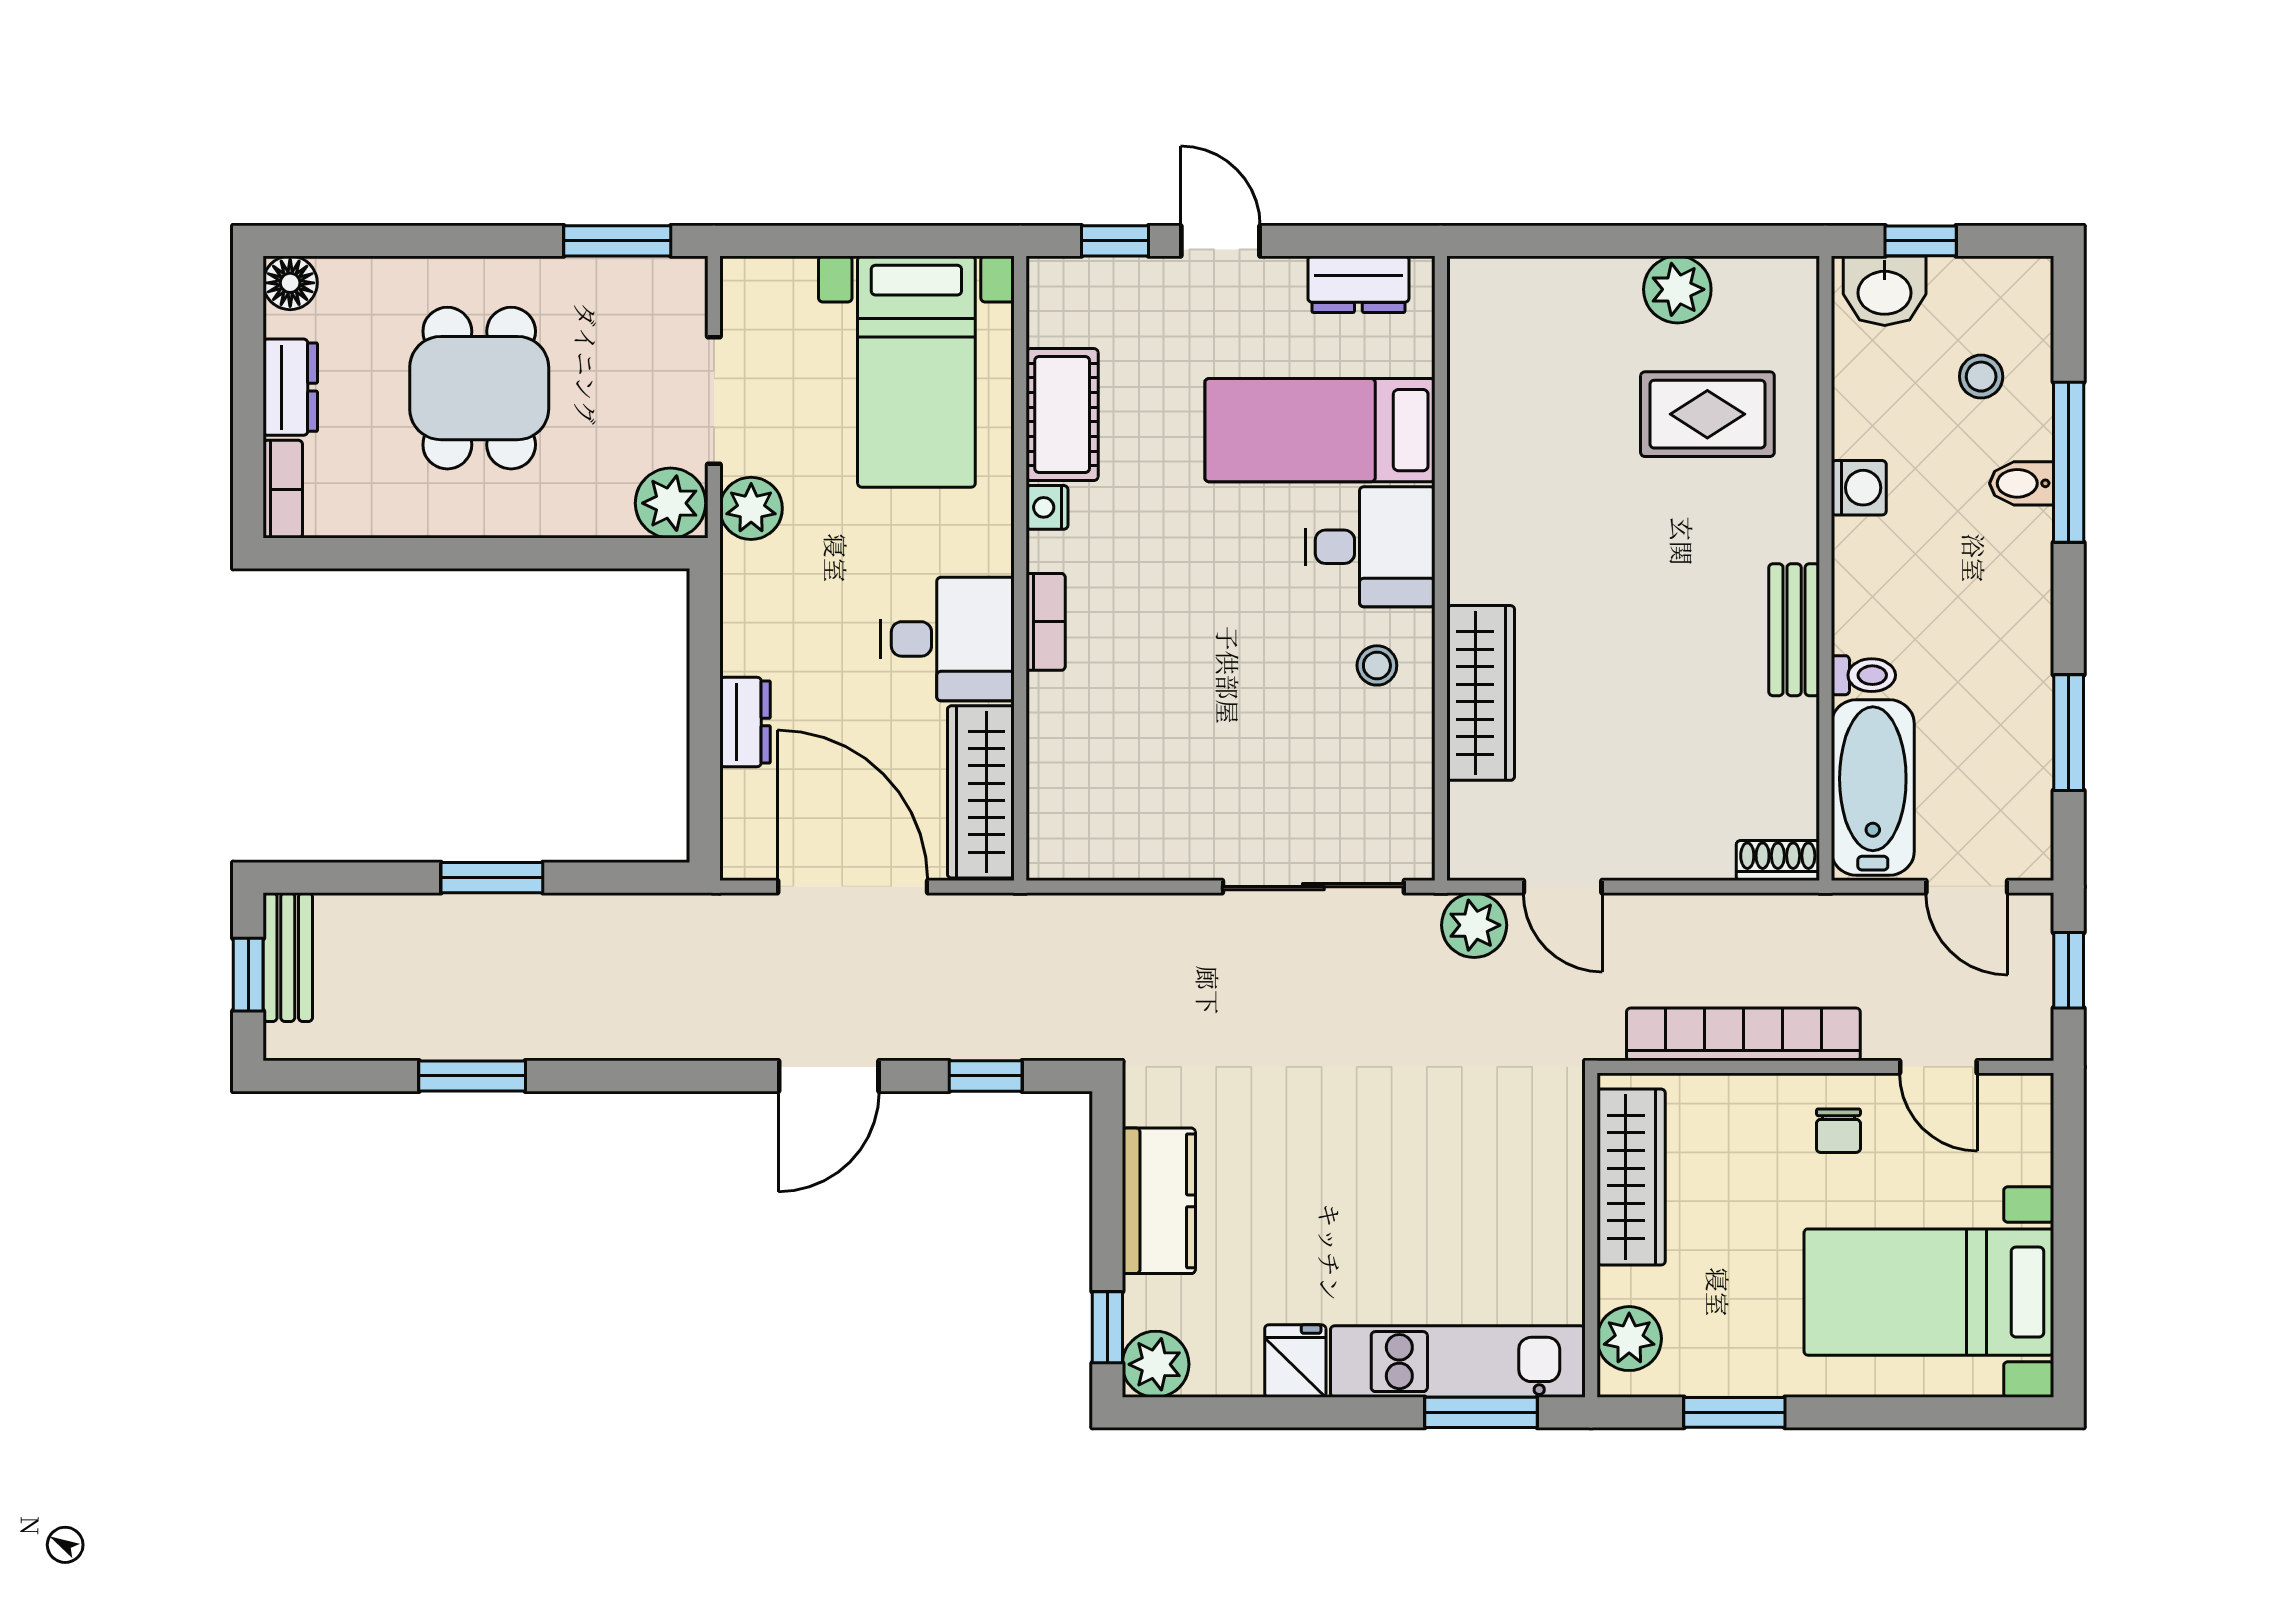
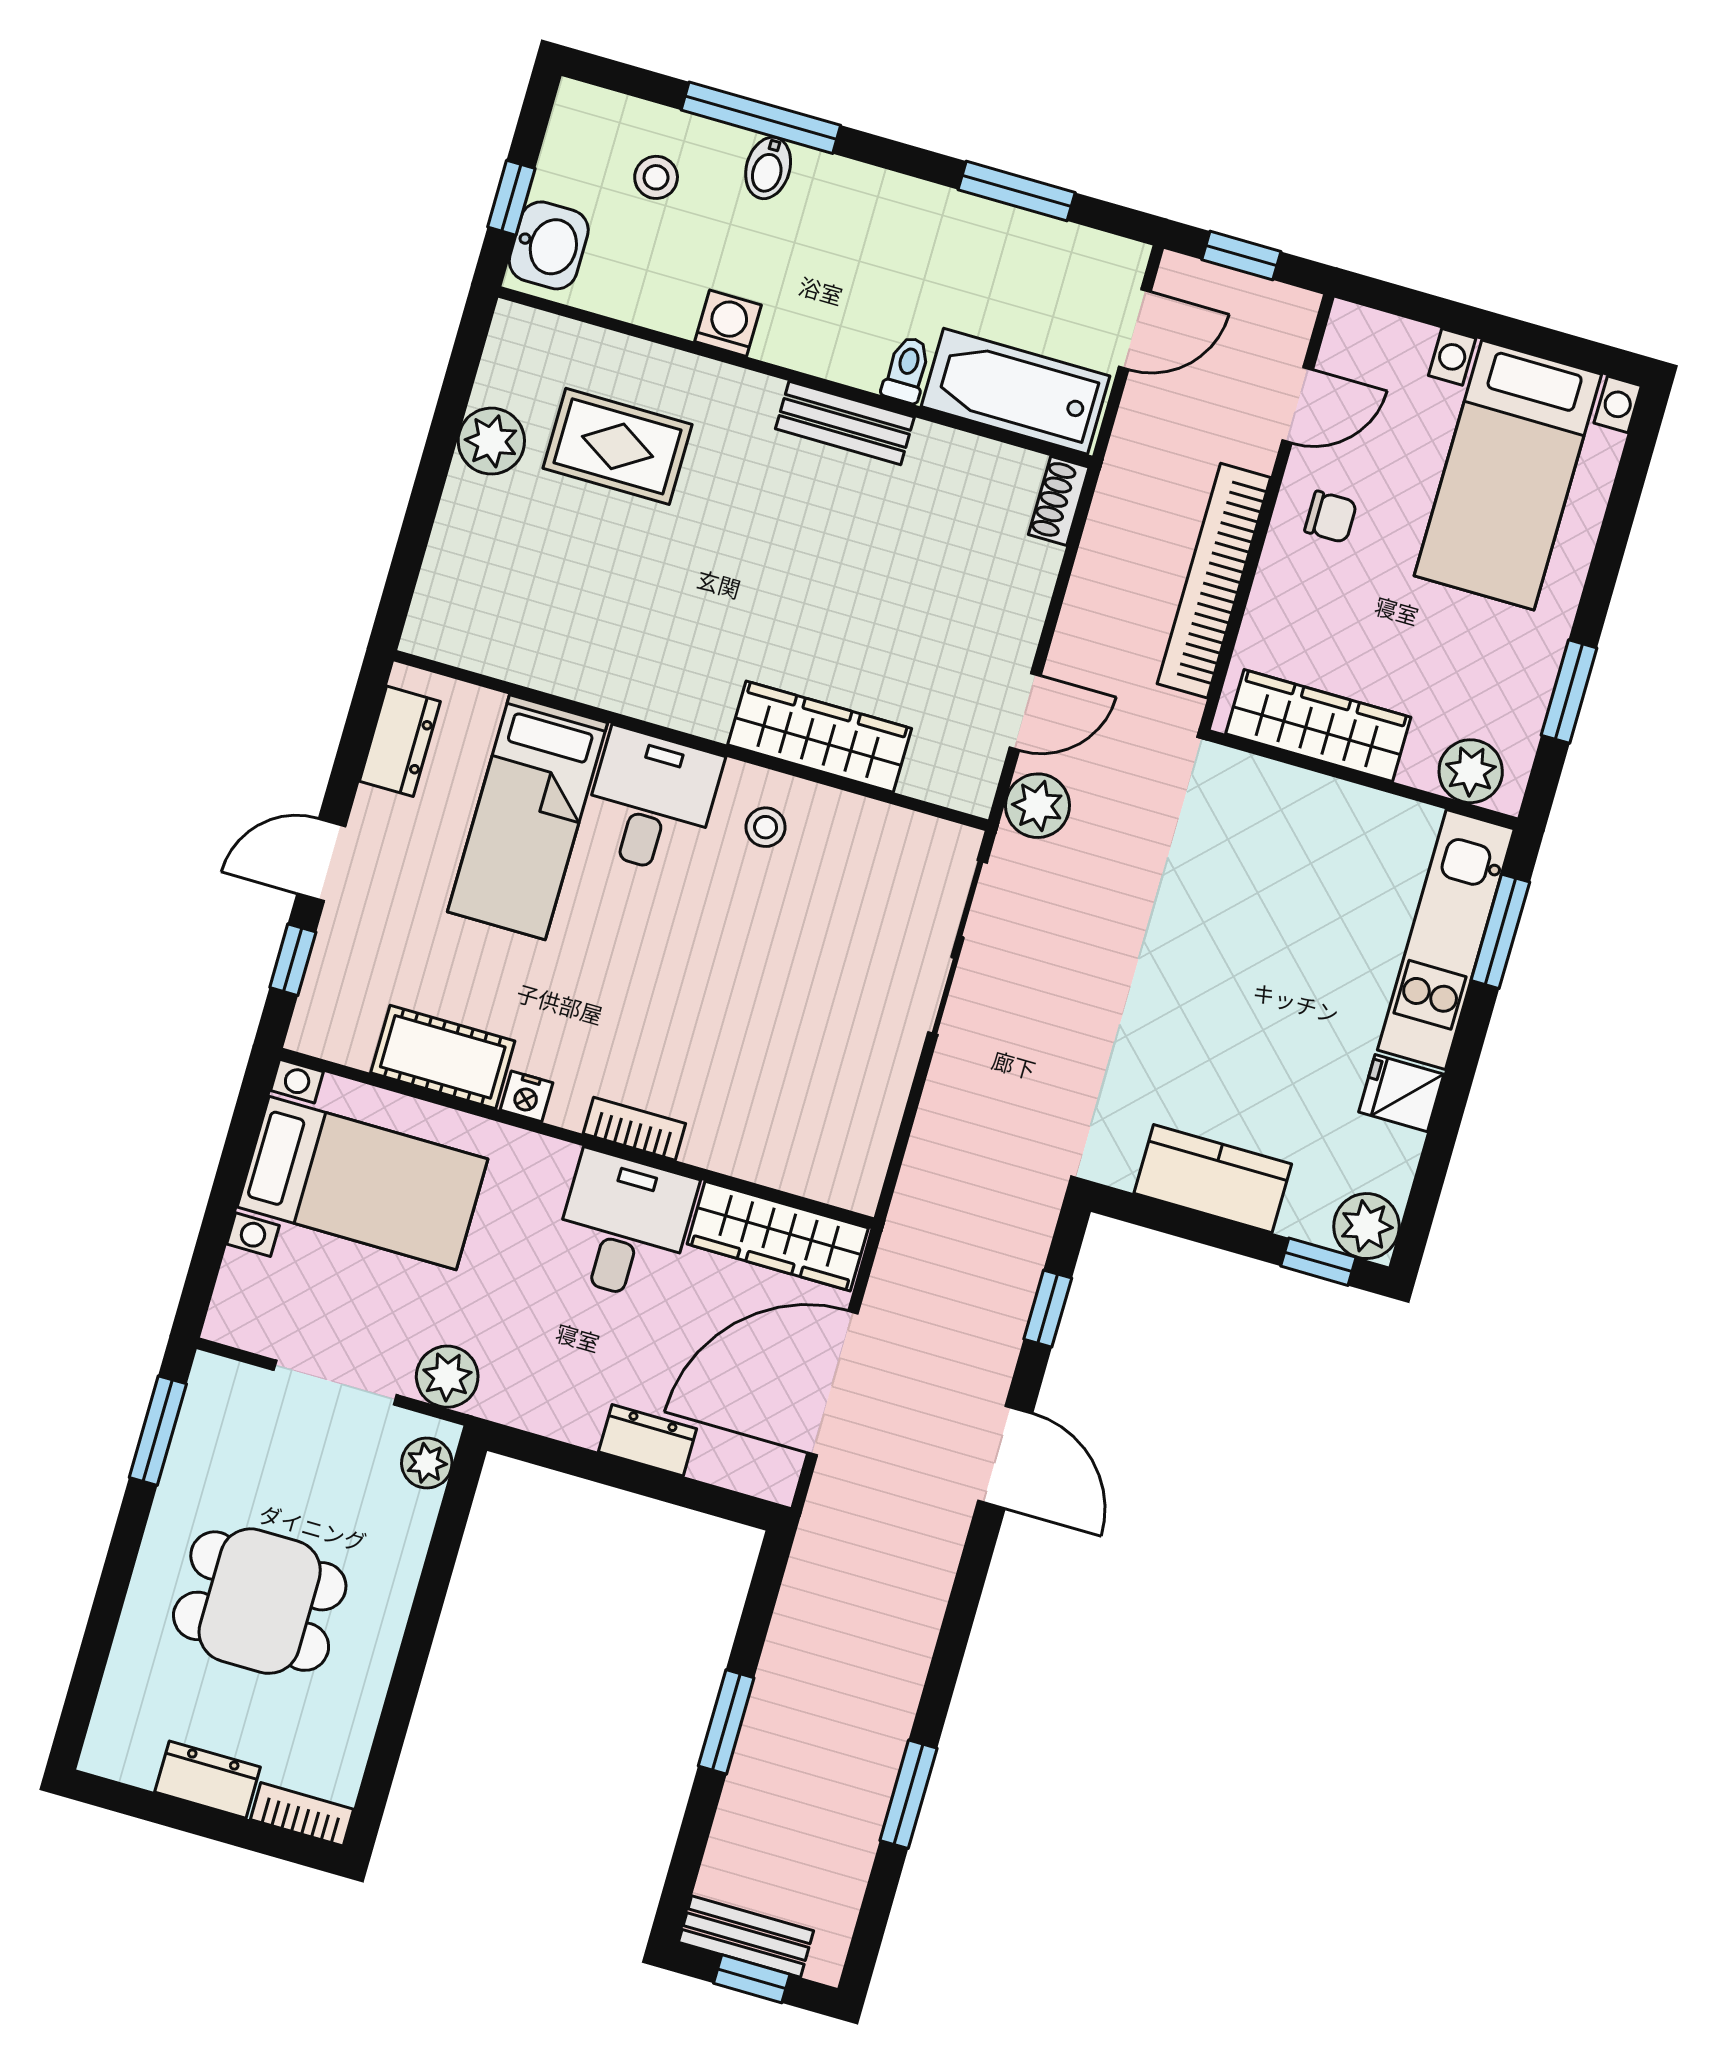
floor lamp: (290, 283) -> (109, 1751), removed
rug: (1707, 414) -> (618, 446), turned 90
plant: (670, 503) -> (427, 1463), width x0.73, depth x0.73

